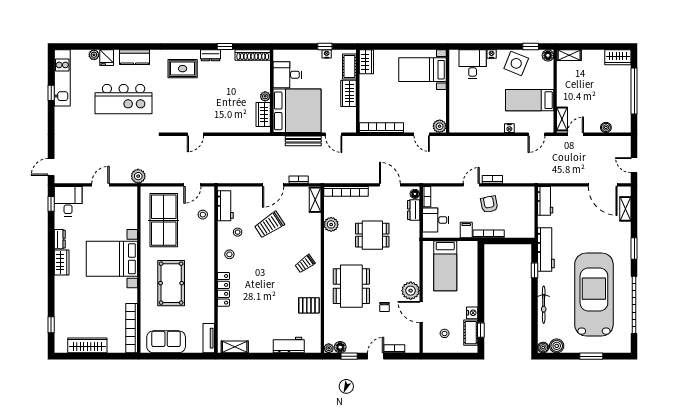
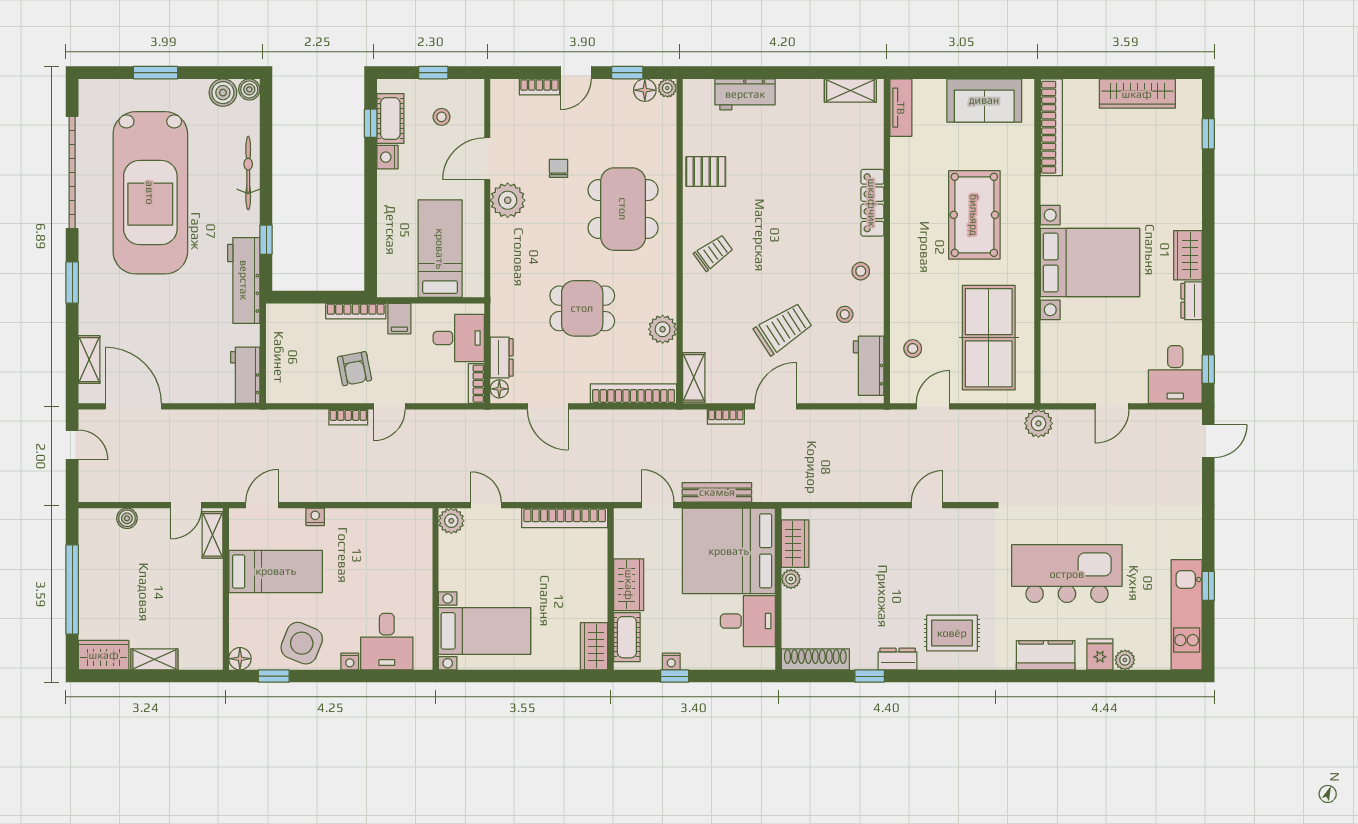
shelving: (569, 55) -> (154, 659), moved
door: (421, 312) -> (487, 159), swing flipped
window: (449, 356) -> (433, 73), added

